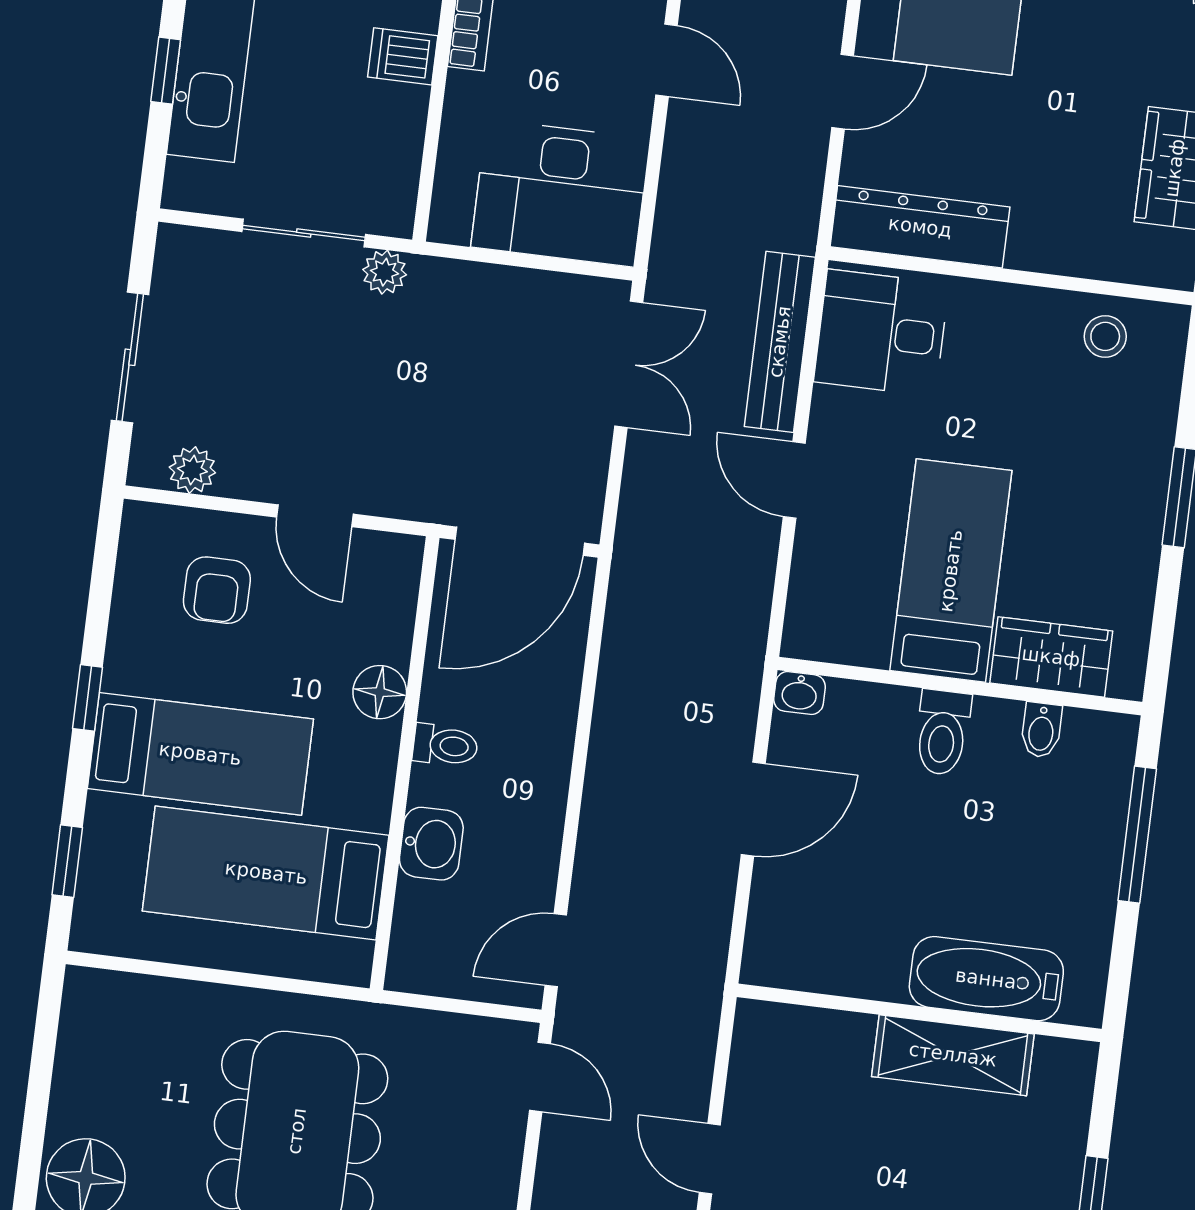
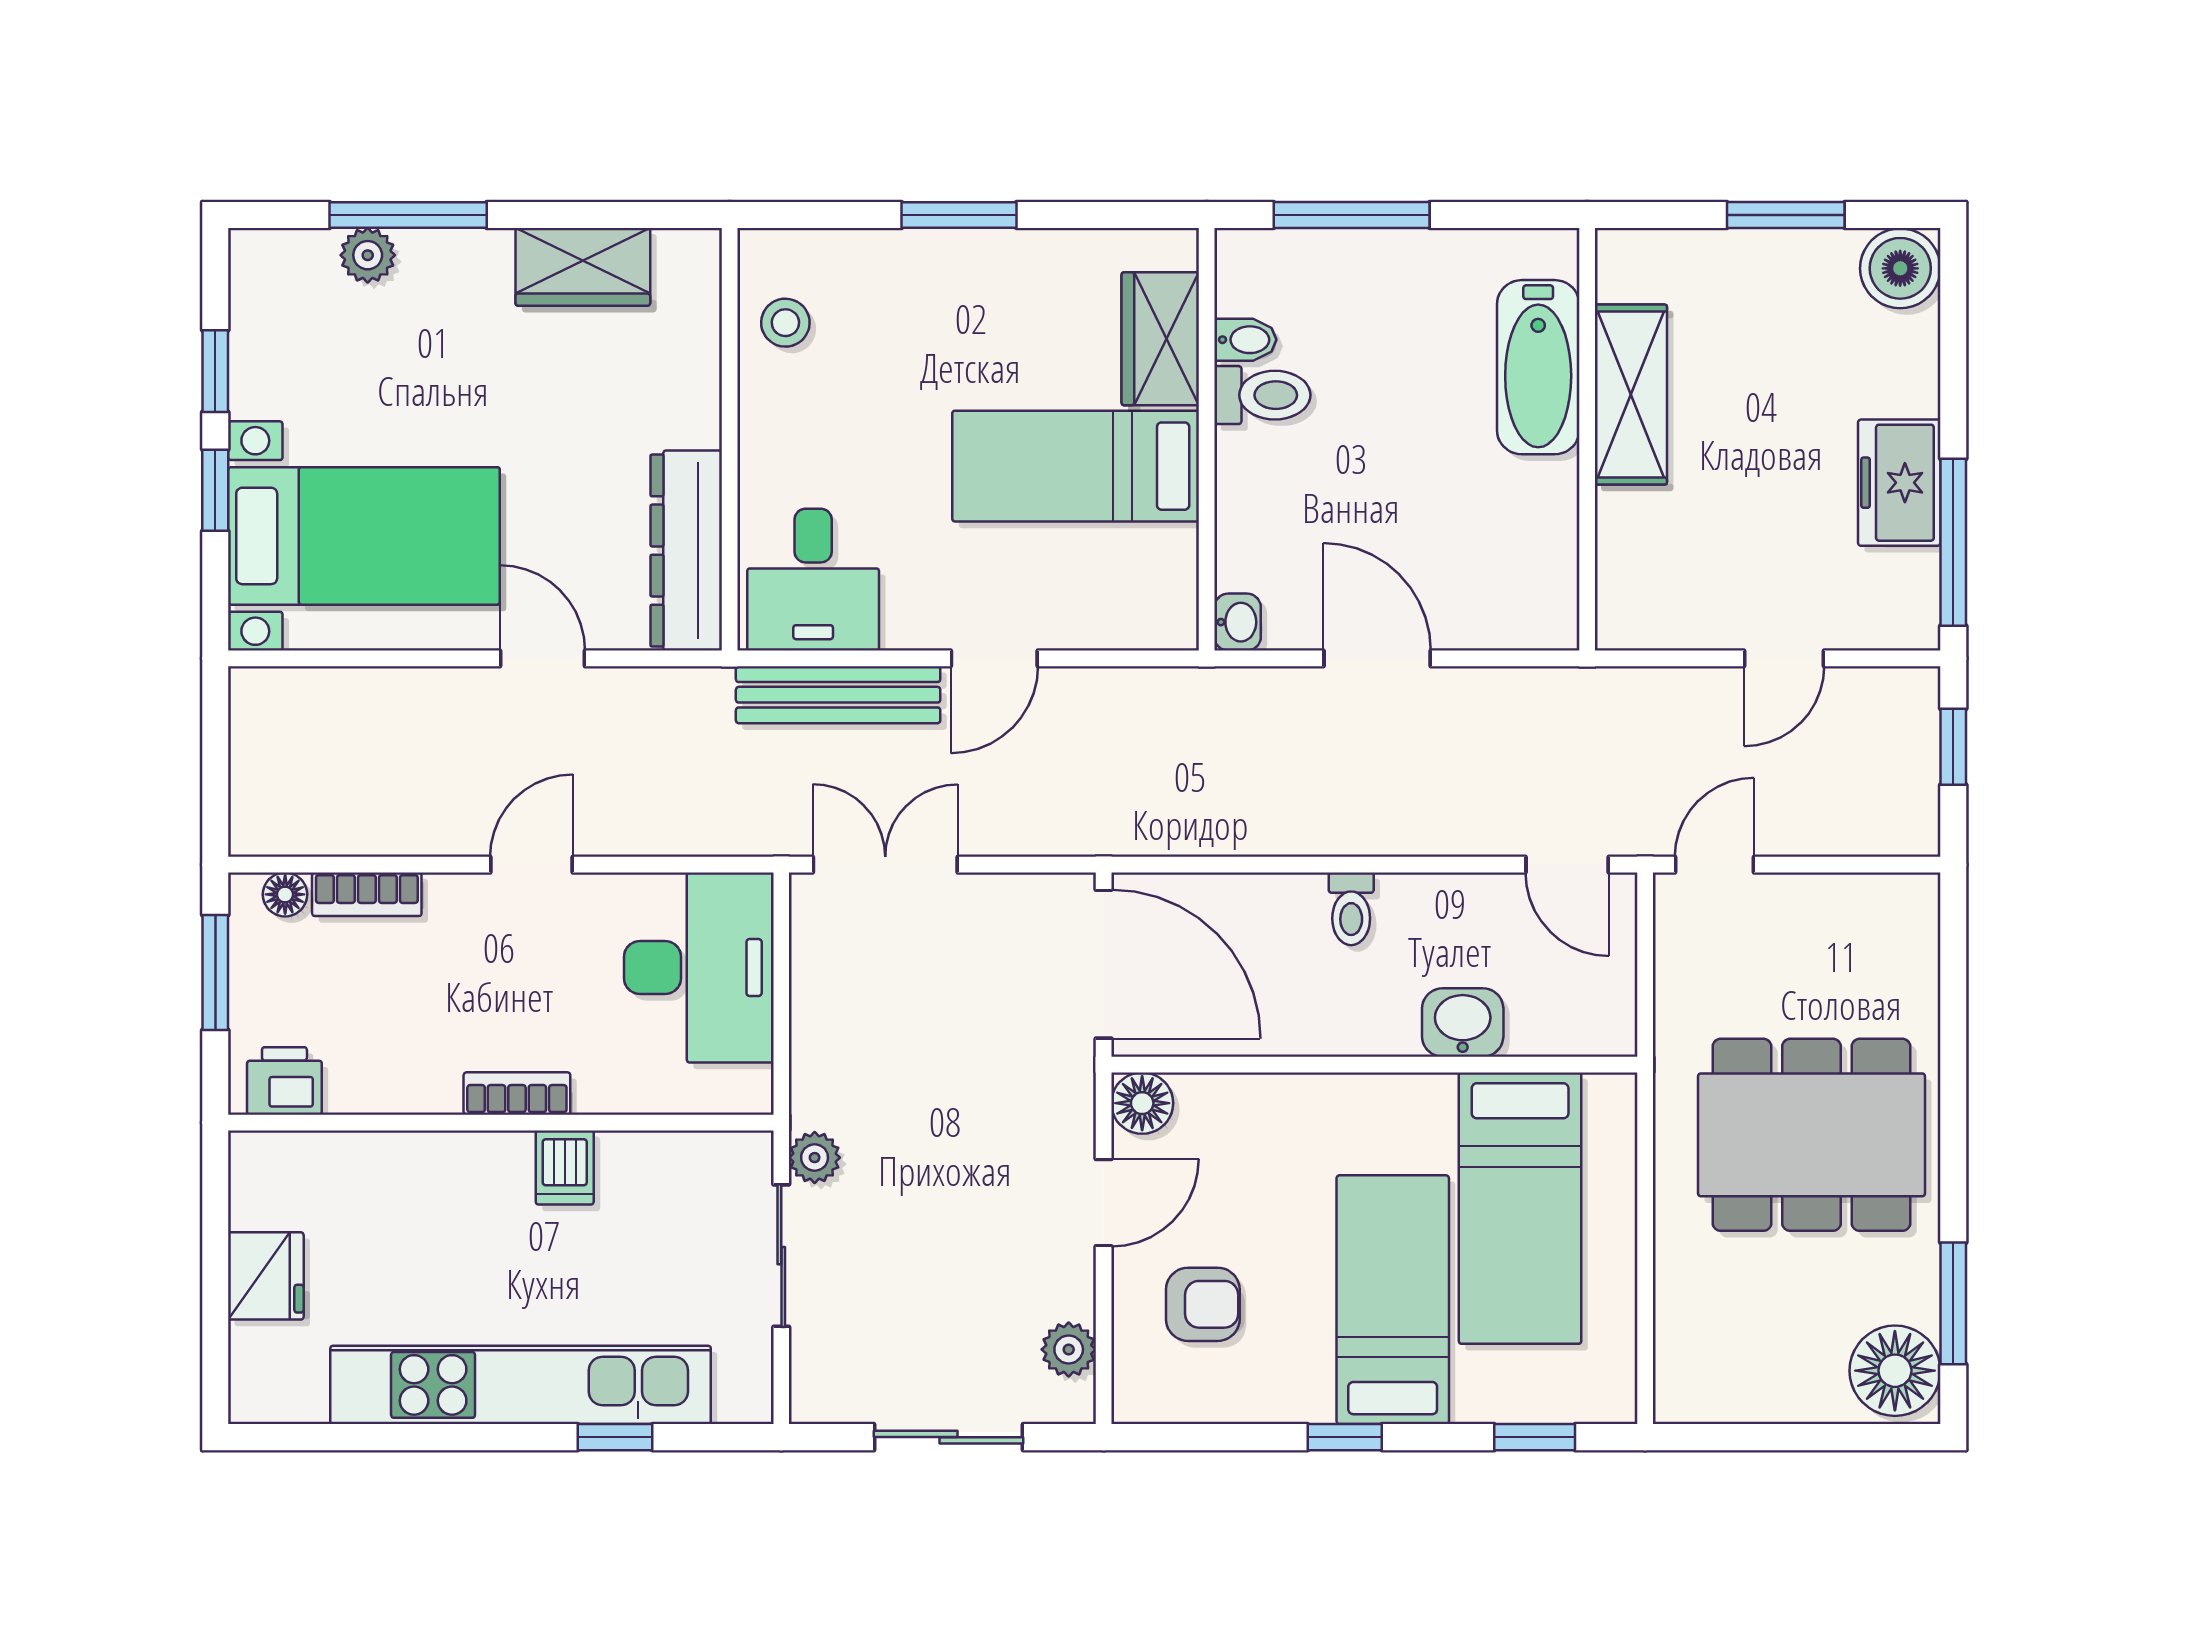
floor lamp: (380, 692) -> (1142, 1103), moved
toilet: (942, 732) -> (1262, 395), moved
toilet: (445, 745) -> (1351, 909), moved, turned 180

